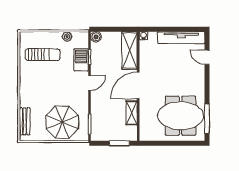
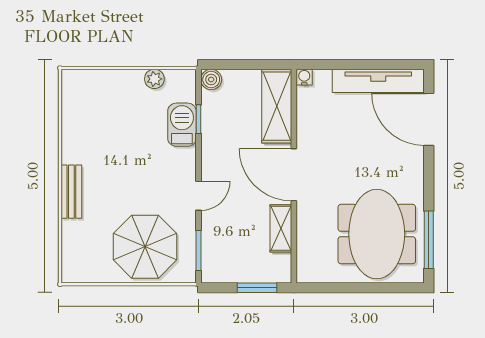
sun lounger: (43, 55) -> (107, 114), removed
door: (207, 57) -> (429, 119), width x1.87
door: (90, 83) -> (198, 196), moved
door: (138, 86) -> (294, 175), hinge flipped
meeting table: (181, 116) -> (377, 234), turned 90
bench: (25, 121) -> (71, 192), moved

